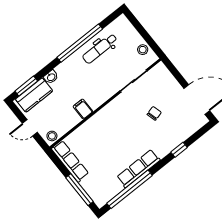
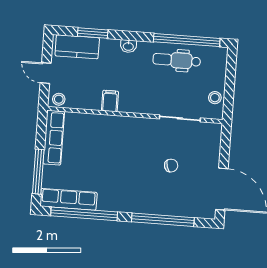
window: (80, 43) -> (187, 40), moved
washbasin: (51, 77) -> (128, 46), moved
window: (26, 86) -> (93, 33), moved
window: (179, 150) -> (163, 220), width x3.17
row of seats: (138, 169) -> (68, 199), moved

